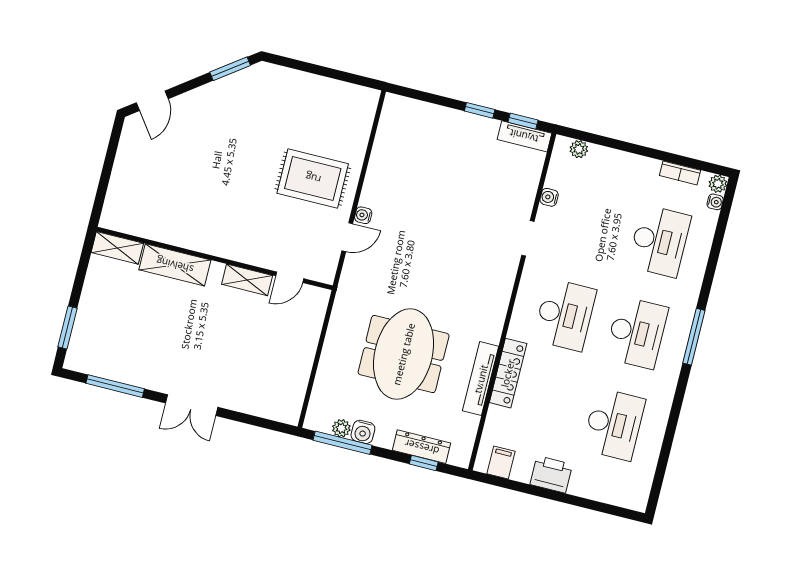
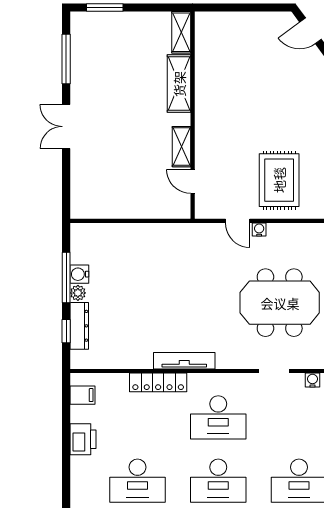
meeting table: (404, 354) -> (280, 303), moved
tv unit: (481, 379) -> (184, 361), moved
plant: (341, 428) -> (78, 293), moved
window: (343, 443) -> (66, 278), moved

